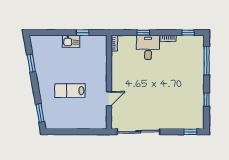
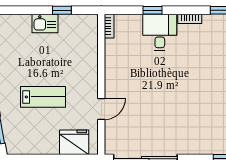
lab bench: (70, 91) -> (43, 97), turned 180
fridge: (91, 121) -> (74, 142), added

